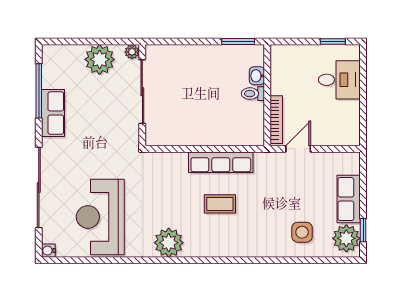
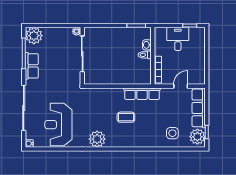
plant: (100, 59) -> (34, 36), moved
desk: (339, 80) -> (178, 39), moved, turned -90
door: (298, 149) -> (181, 86), moved
row of seats: (221, 162) -> (142, 94), moved
row of seats: (349, 199) -> (199, 108), width x1.48

